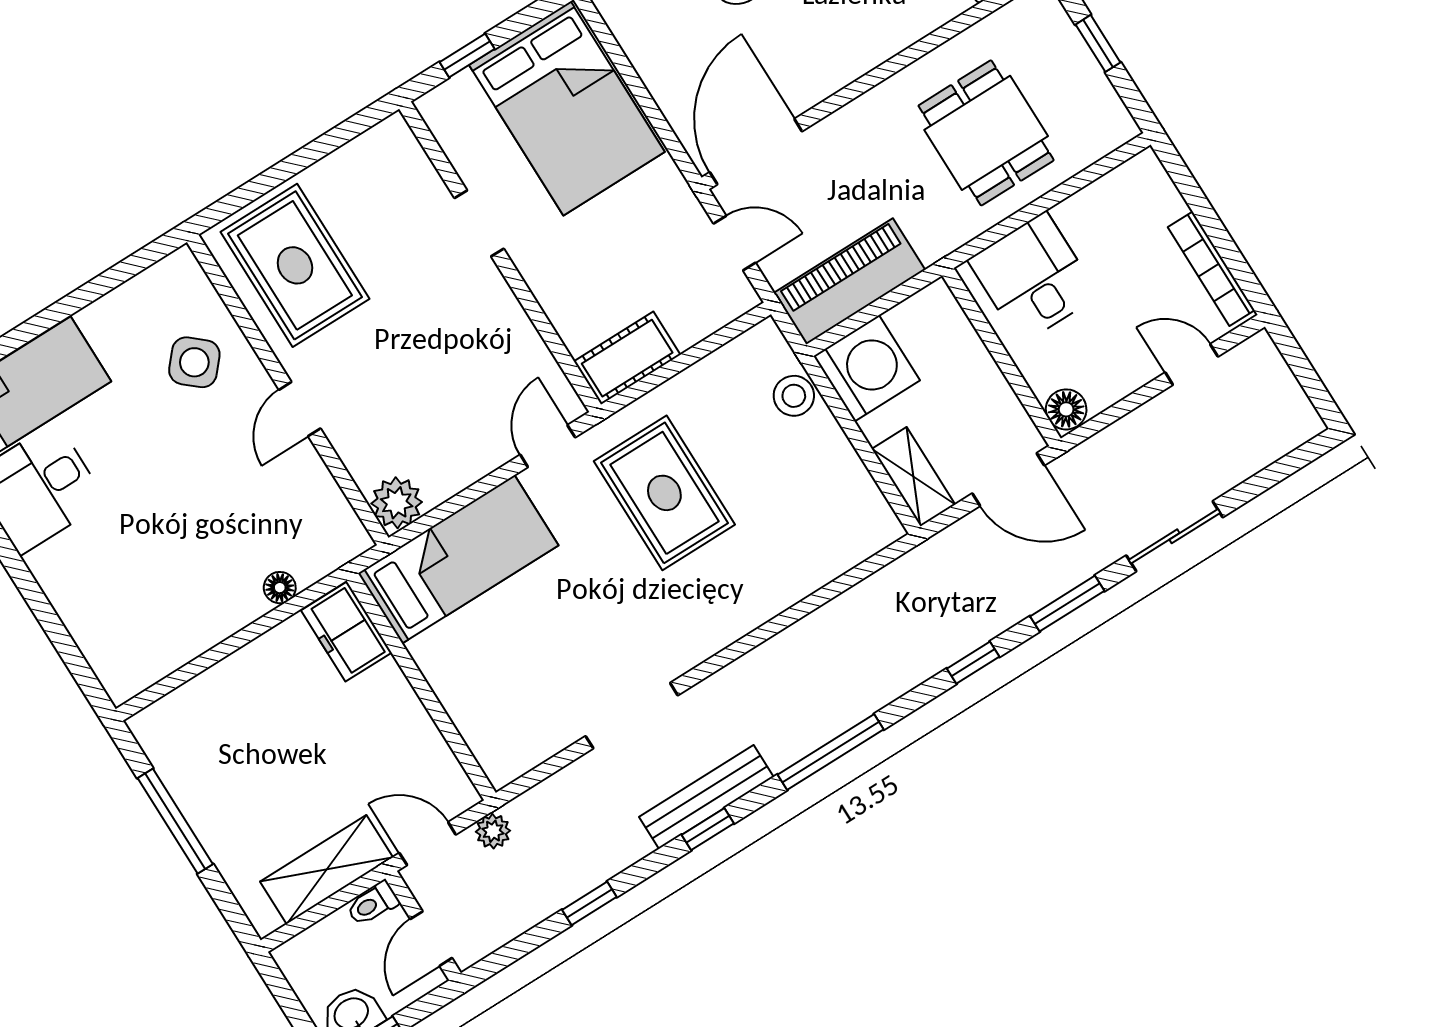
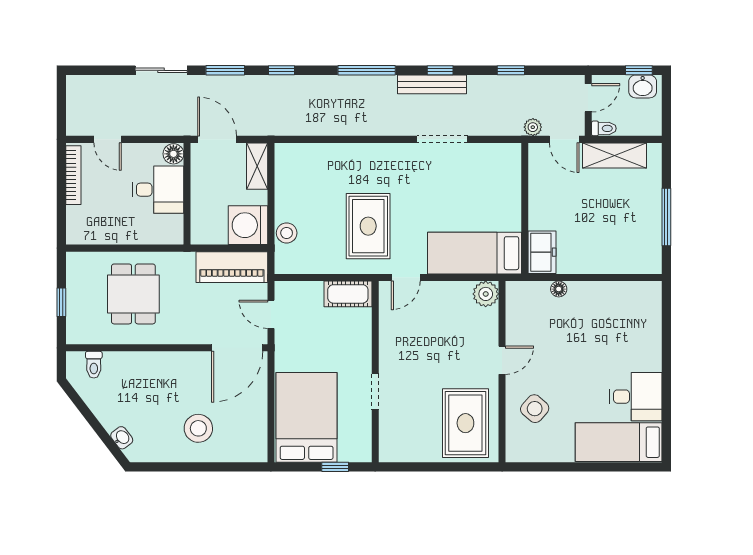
desk: (1033, 278) -> (158, 190), moved, turned -90

